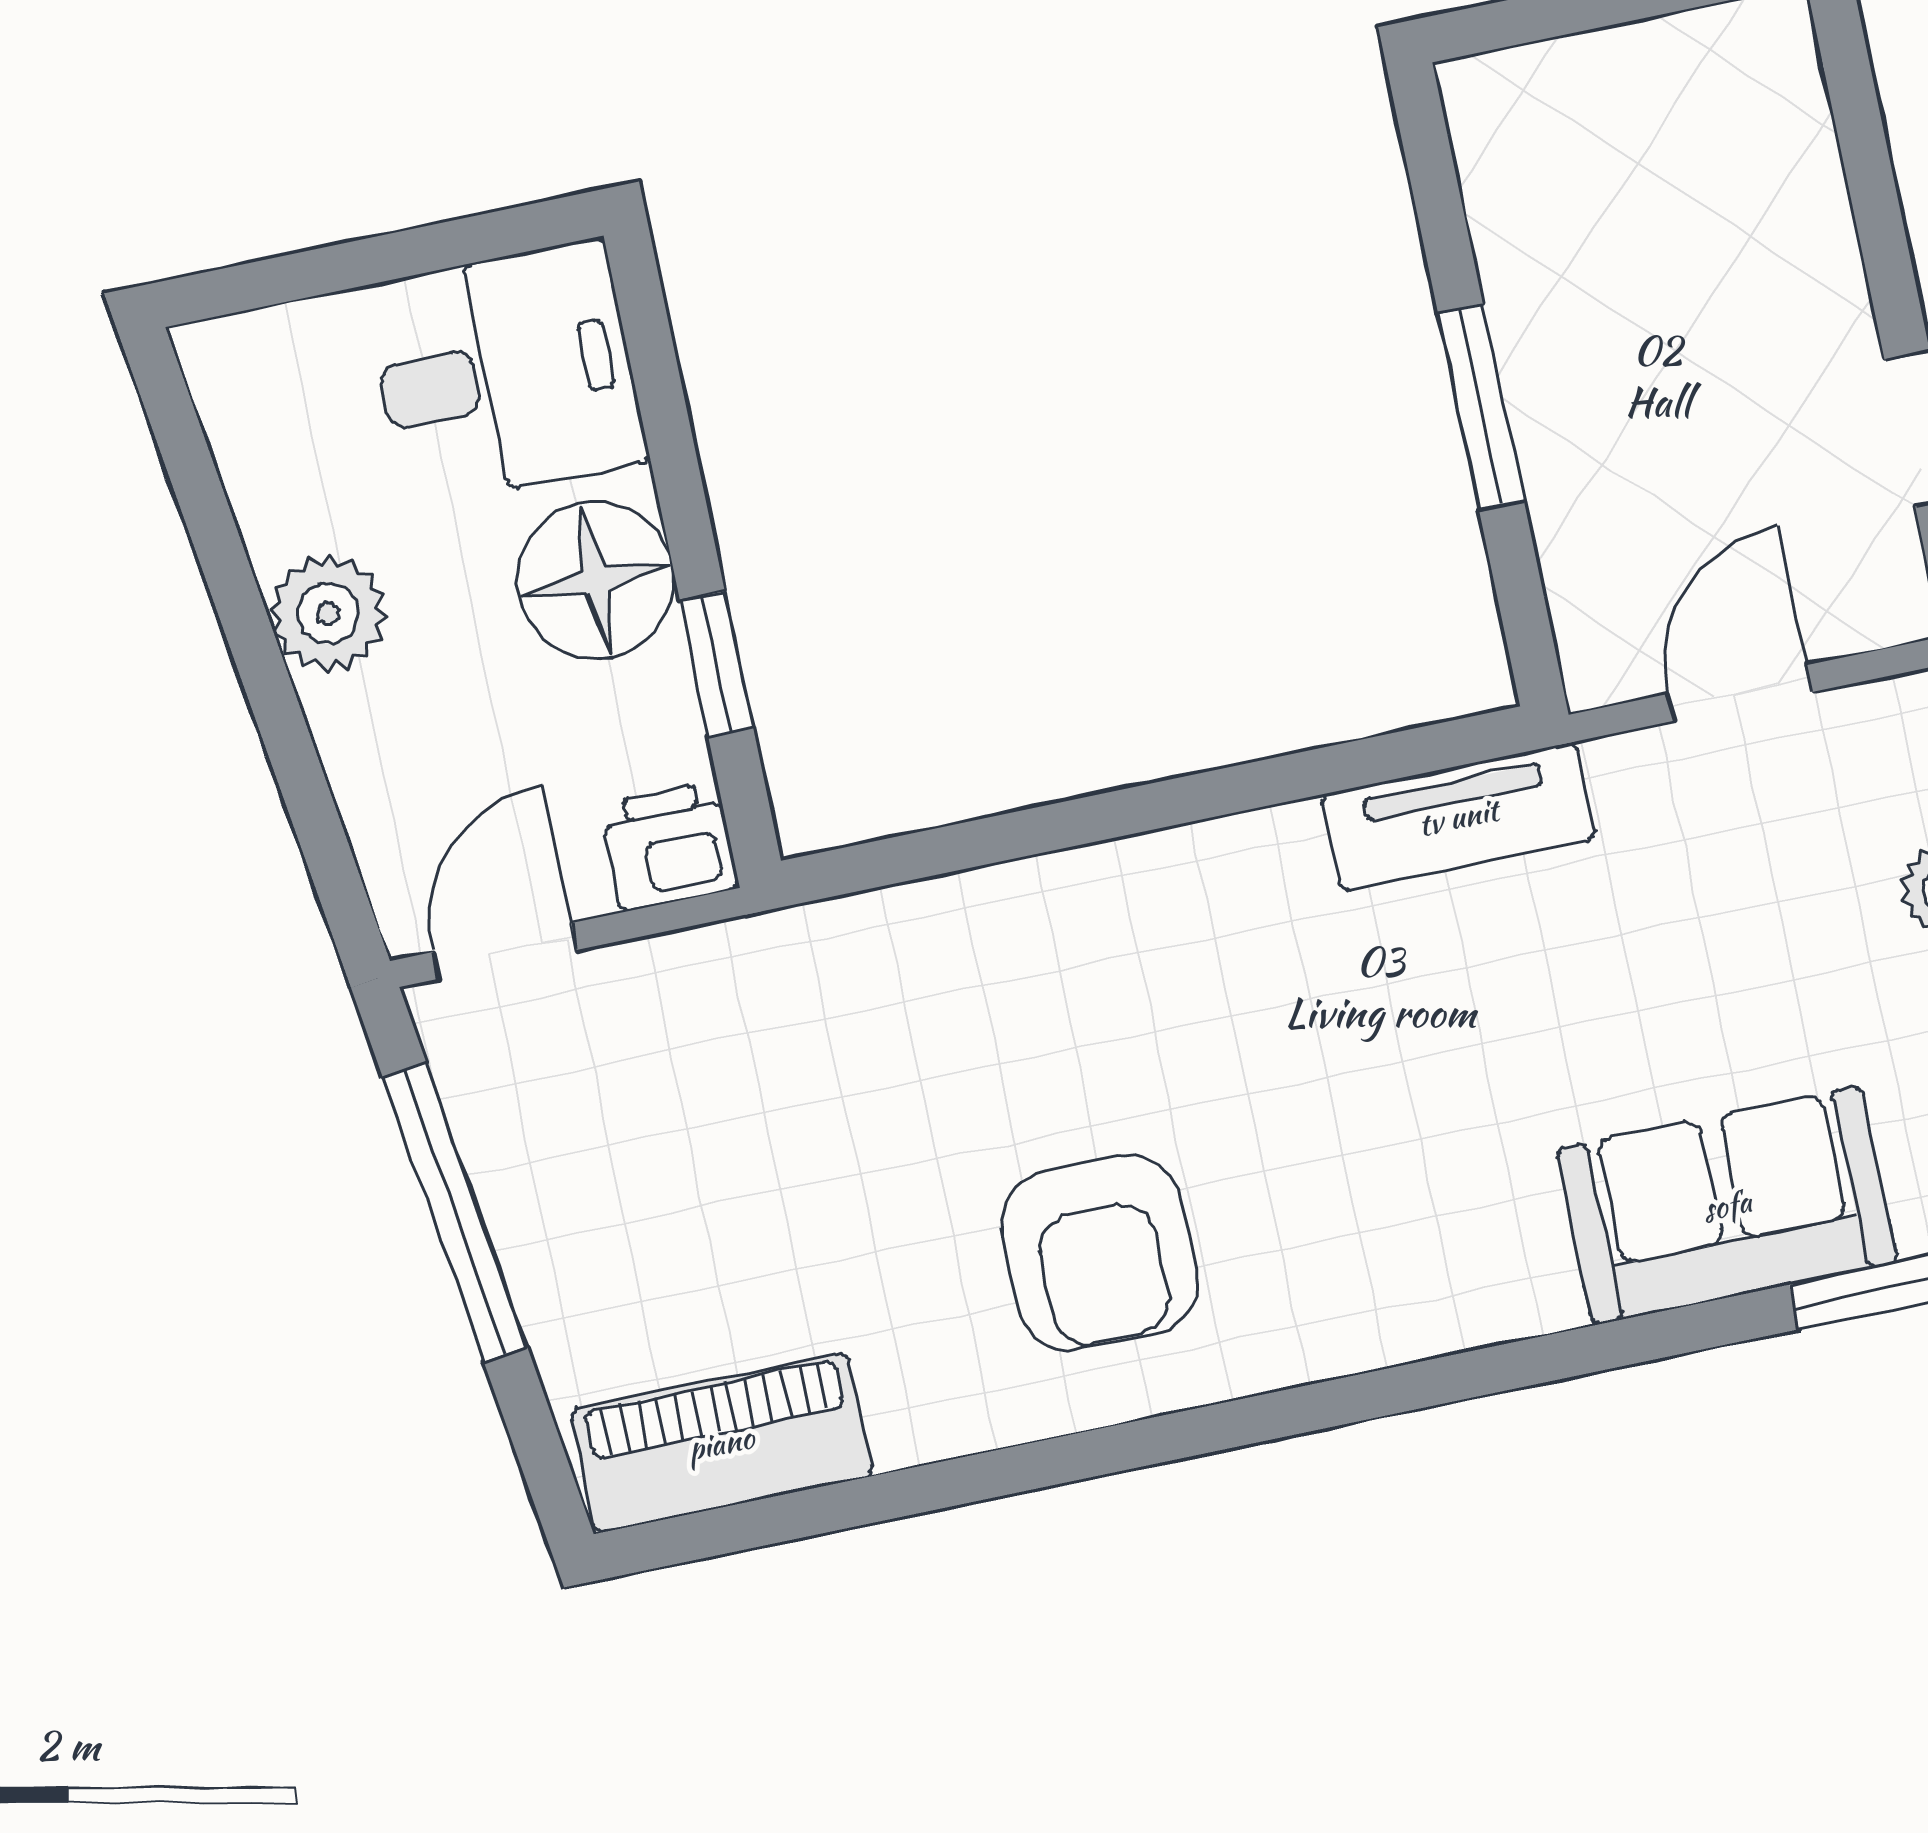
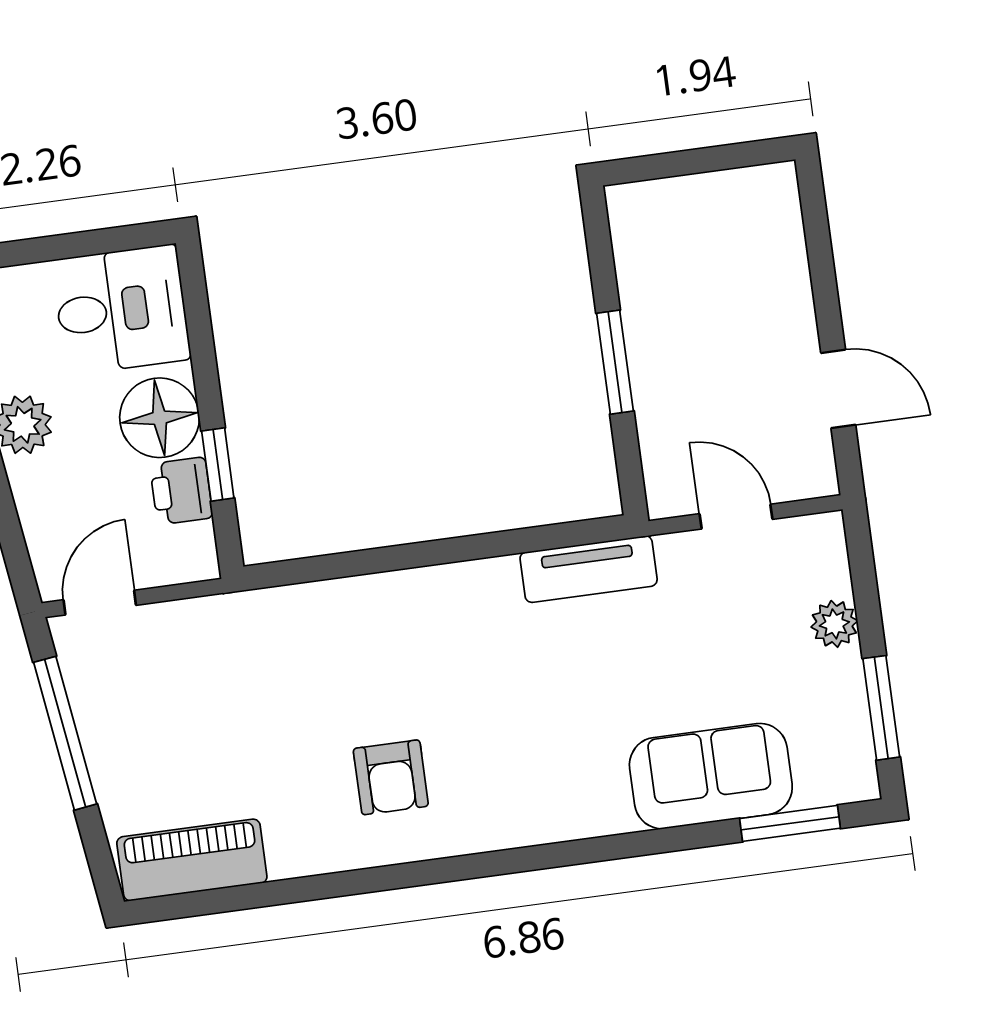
door: (1740, 693) -> (736, 517), hinge flipped
printer: (669, 846) -> (181, 491), moved, turned -90
armchair: (1100, 1253) -> (391, 777), width x0.72, depth x0.72

